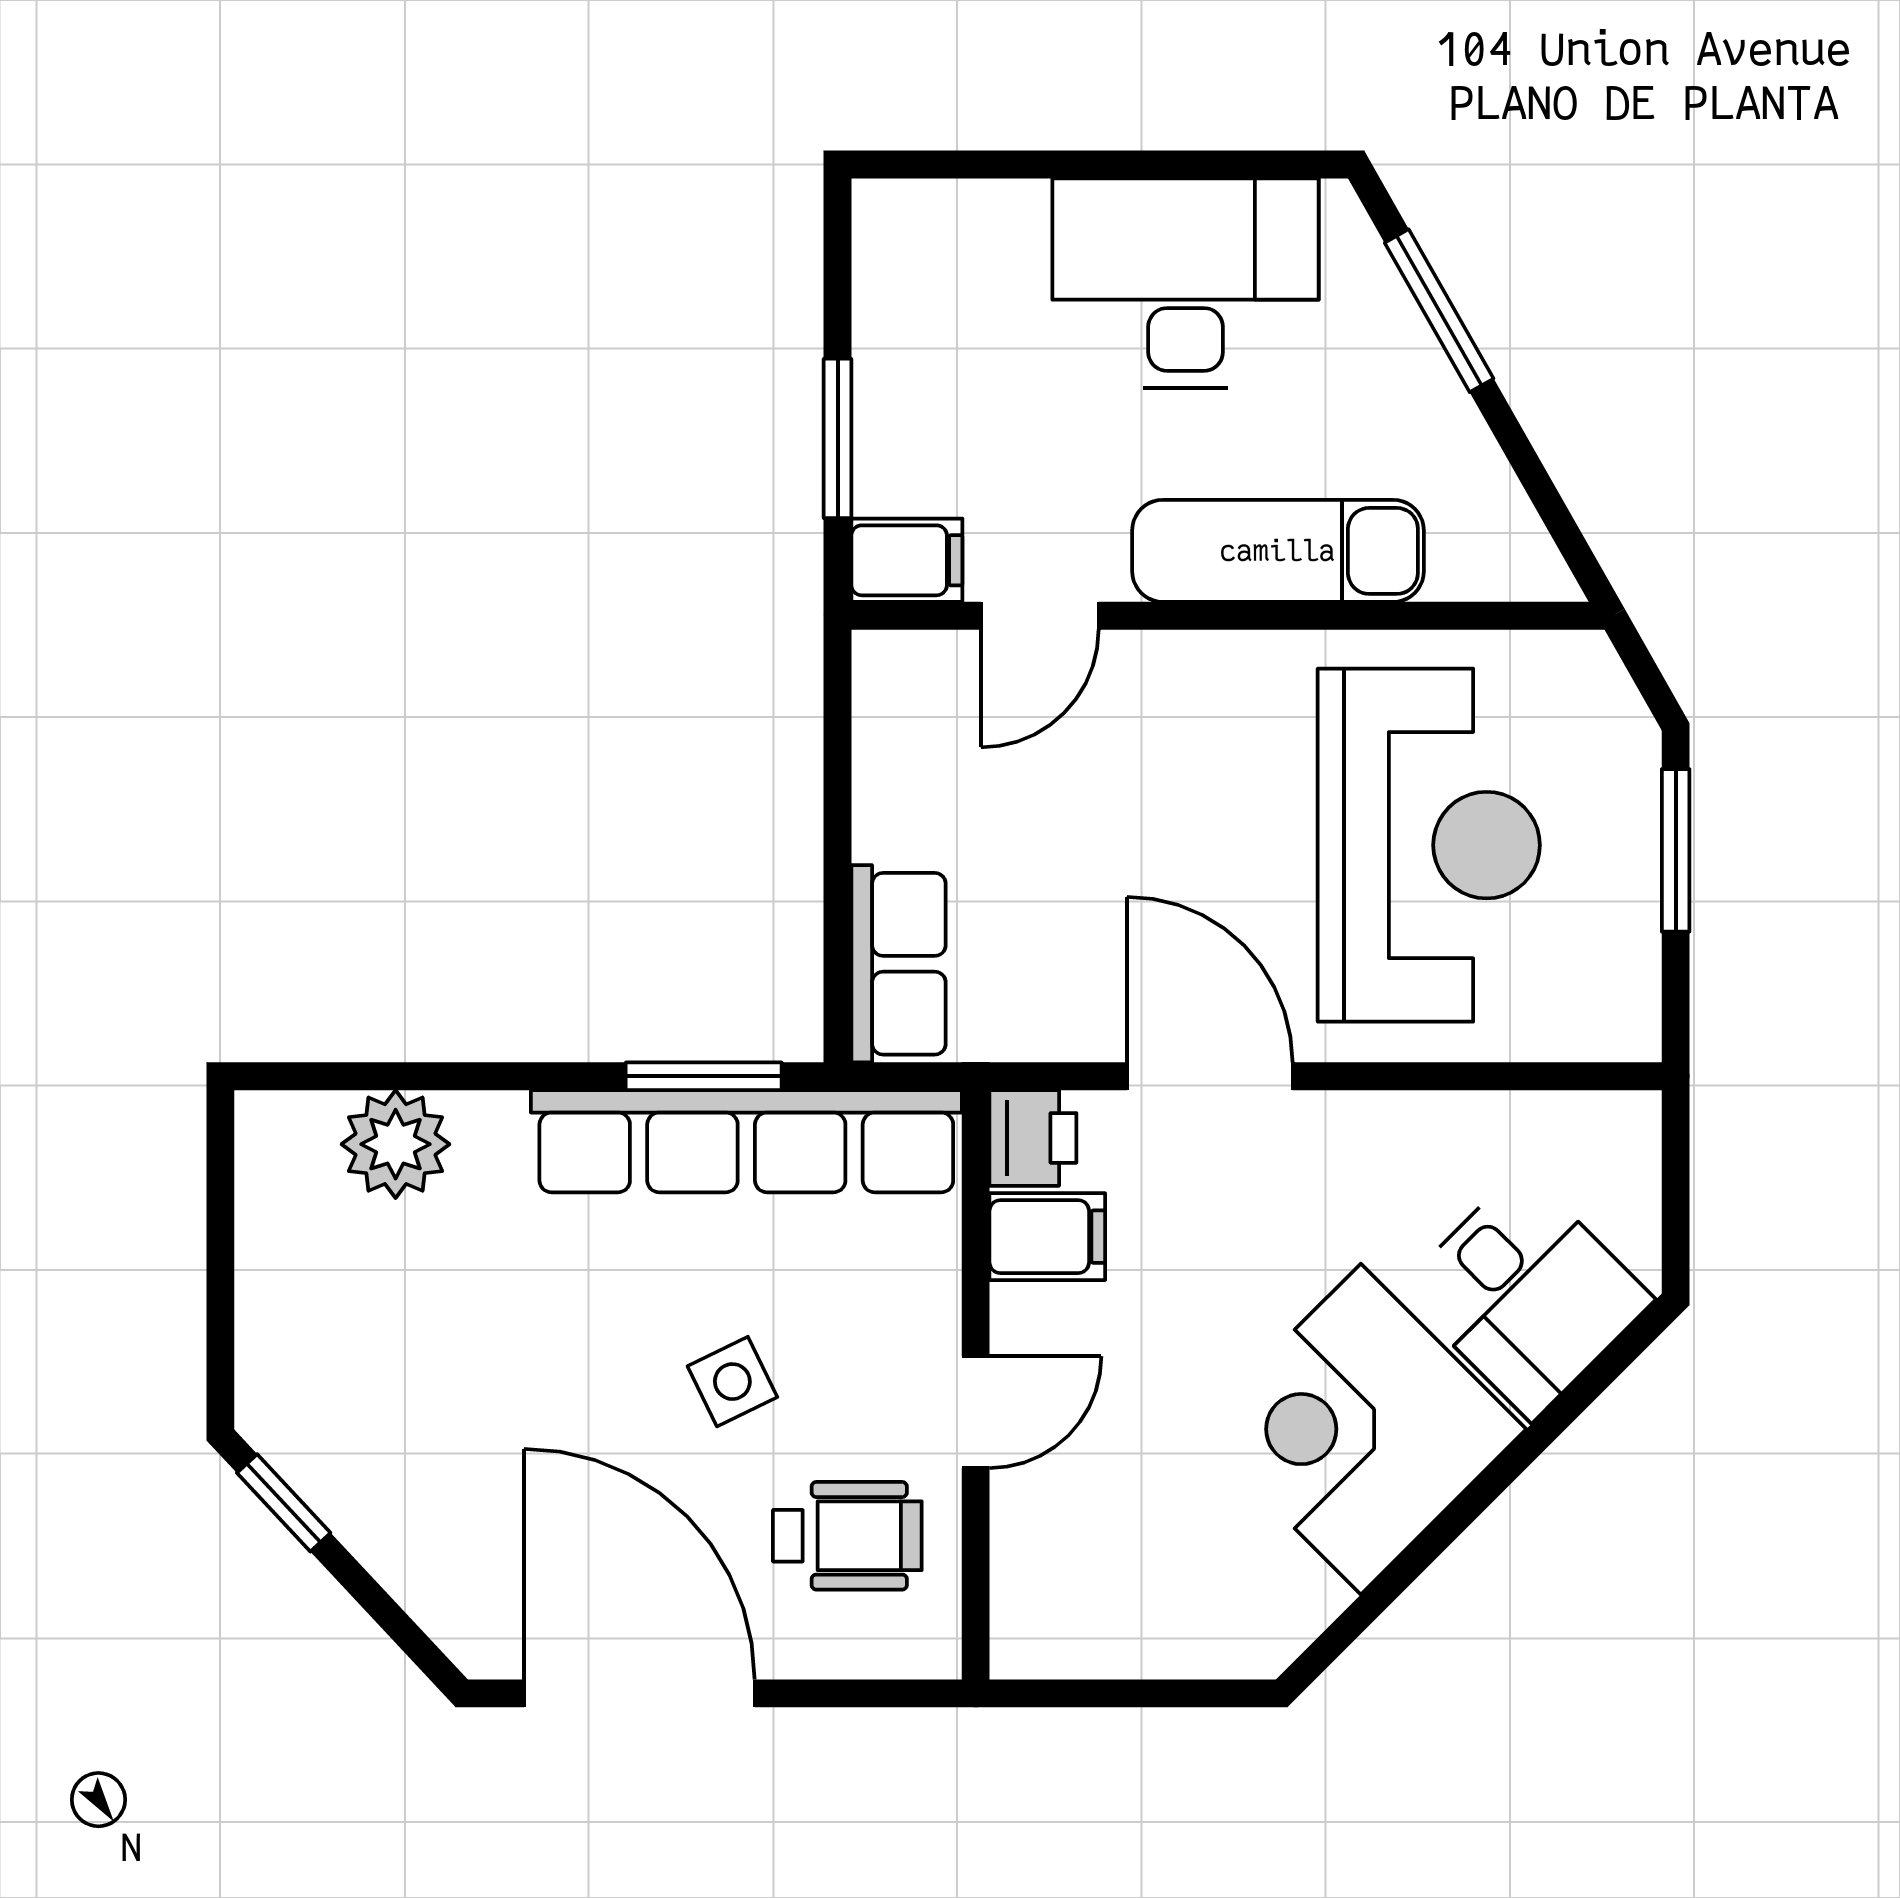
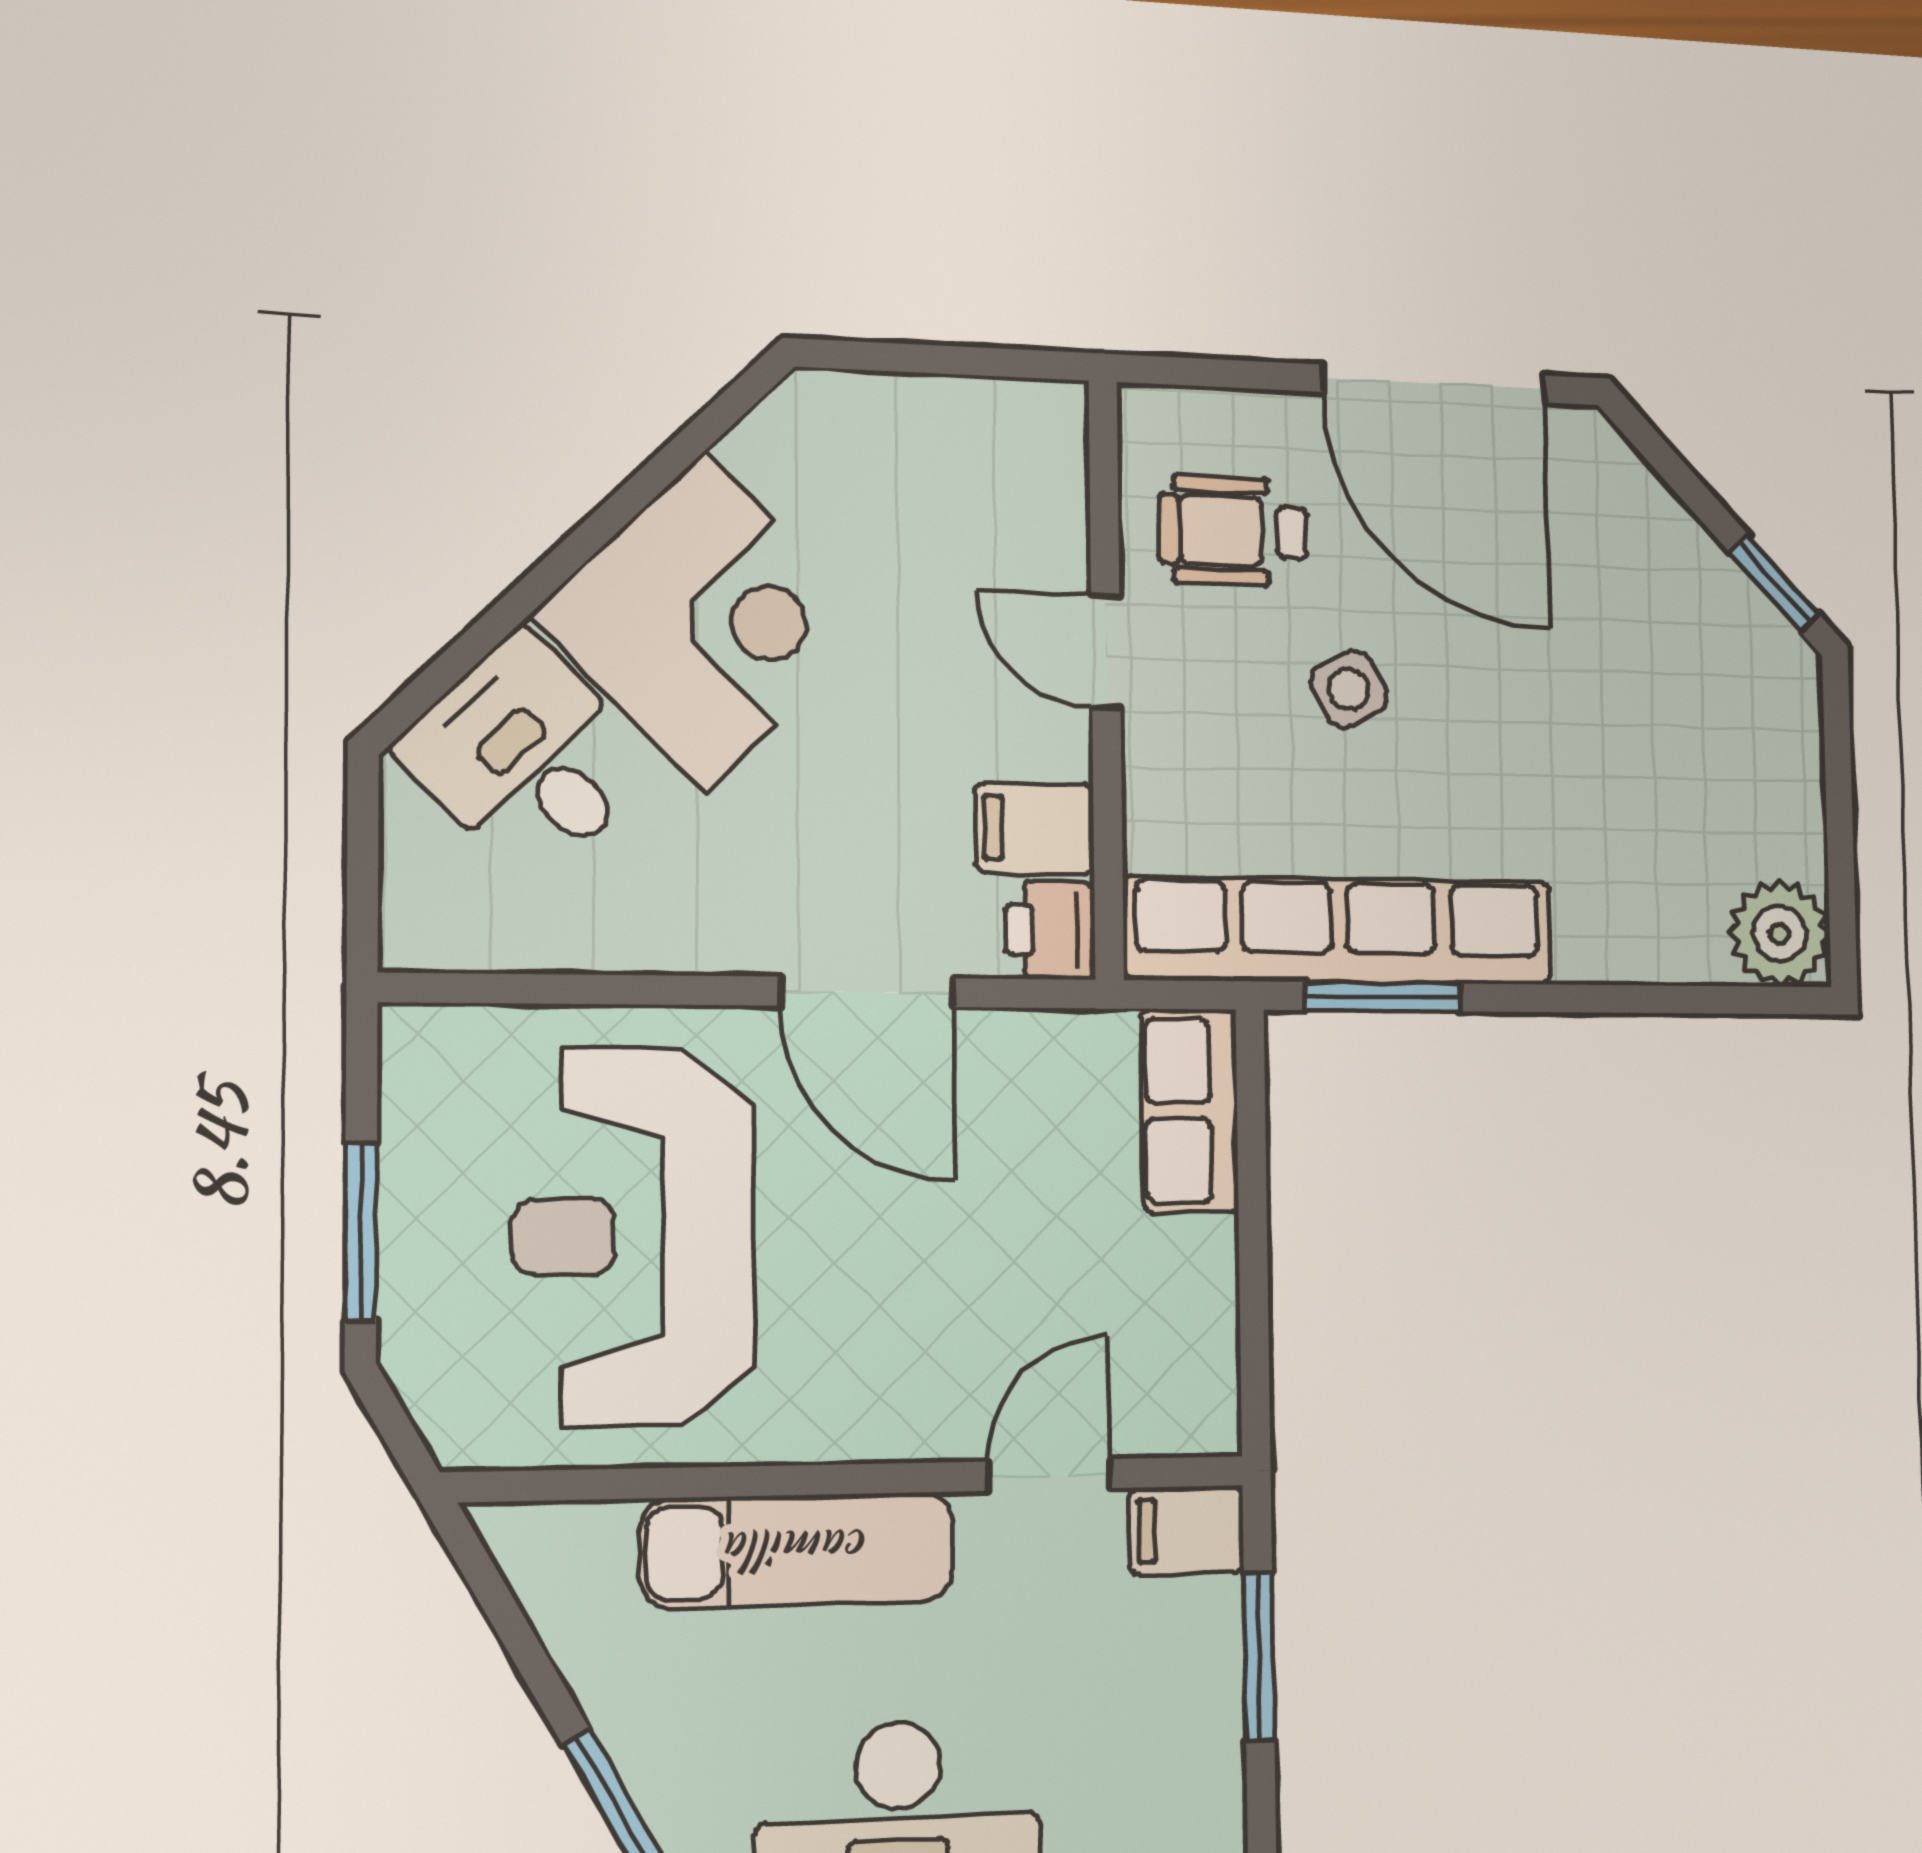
plant: (396, 1144) -> (1780, 934), moved
door: (976, 1412) -> (1106, 651), hinge flipped

